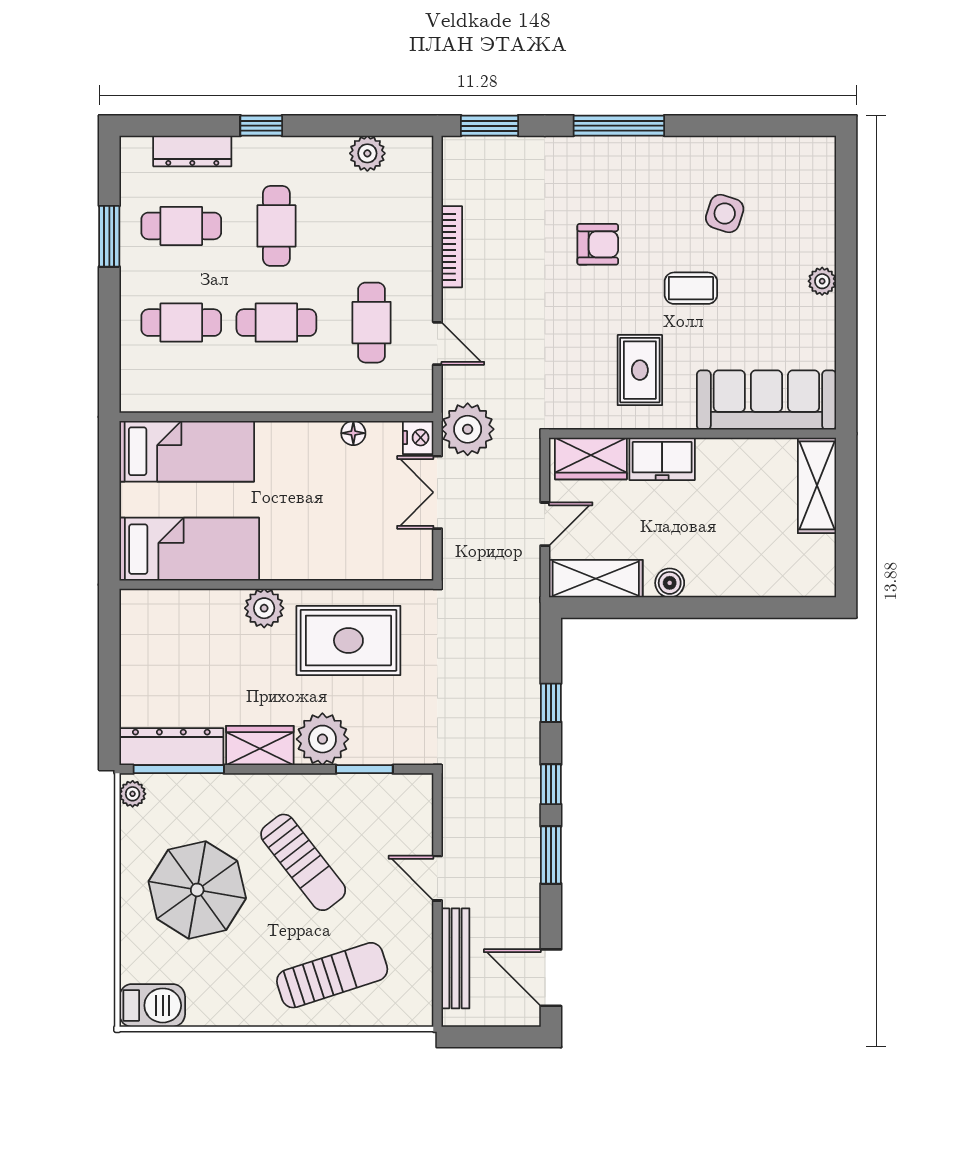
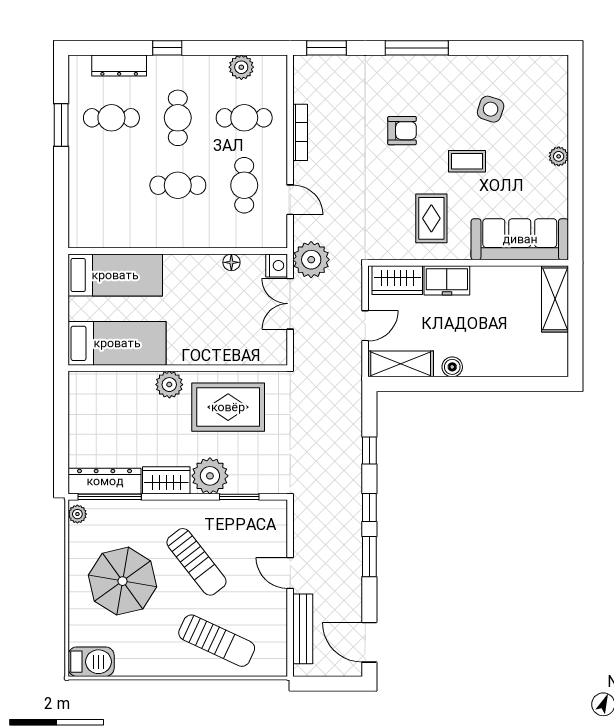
cafe table: (181, 323) -> (244, 118), moved
sun lounger: (332, 975) -> (217, 641), turned 43

